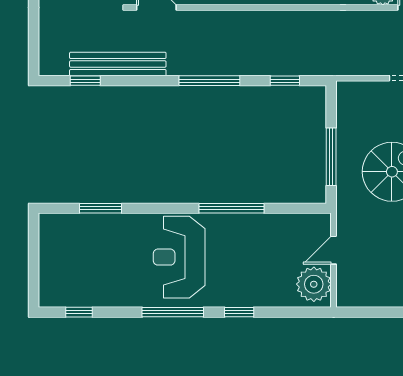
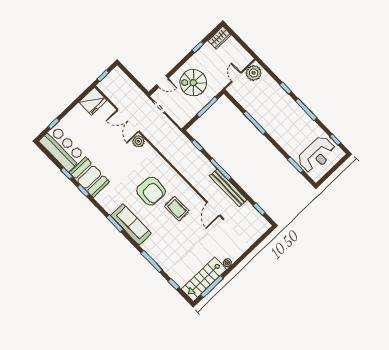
bench: (118, 64) -> (228, 188), moved
door: (334, 250) -> (236, 77), swing flipped
reception desk: (179, 257) -> (317, 155), moved

